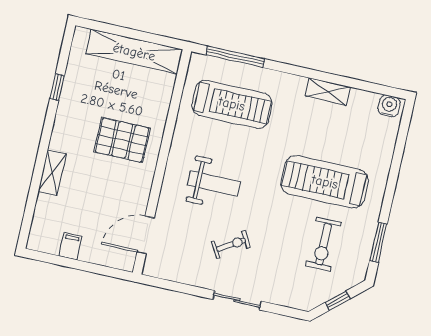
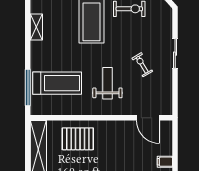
treadmill: (232, 104) -> (57, 83), turned 90
pallet: (122, 140) -> (78, 139), moved, turned 90

